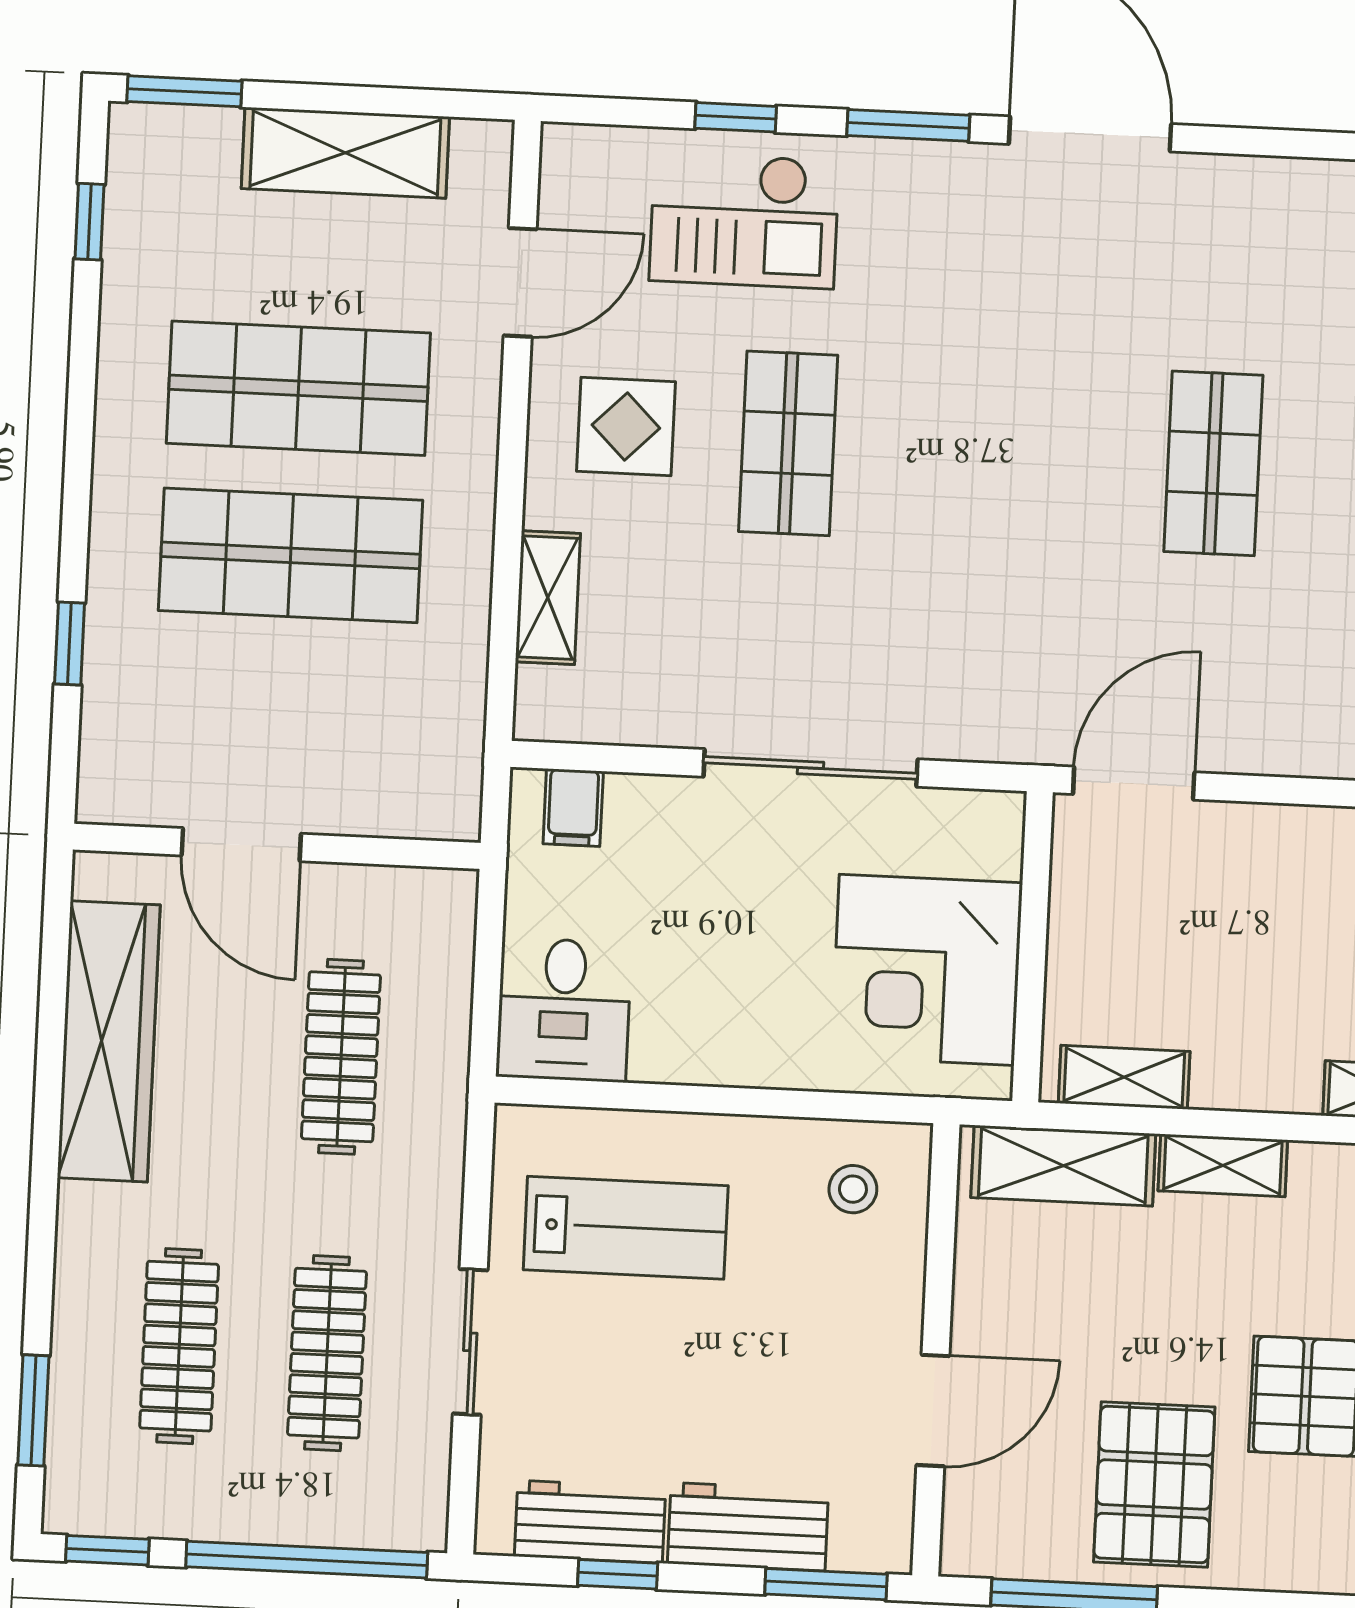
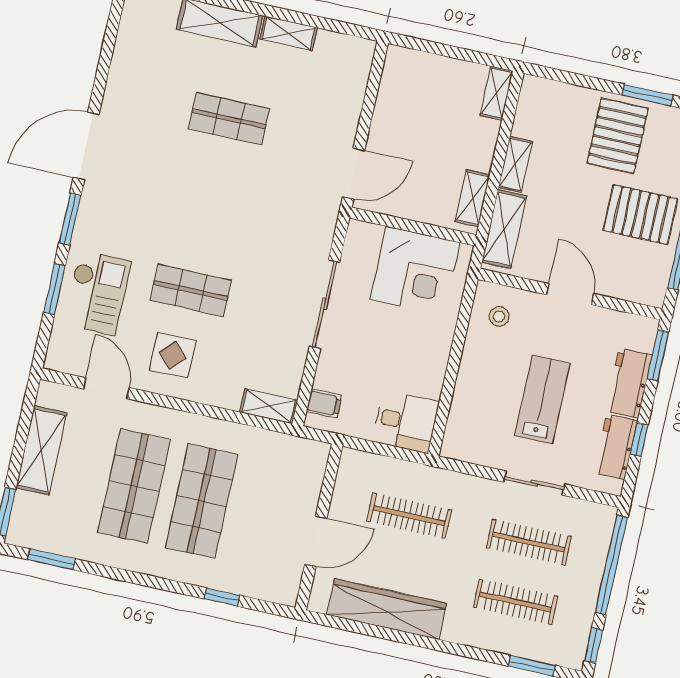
window: (736, 117) -> (54, 289), width x1.50
window: (89, 222) -> (51, 559), width x1.50
shelving: (548, 598) -> (269, 406), moved
door: (1134, 783) -> (353, 174), swing flipped
lab bench: (626, 1228) -> (542, 400), moved
door: (933, 1410) -> (570, 294), moved

